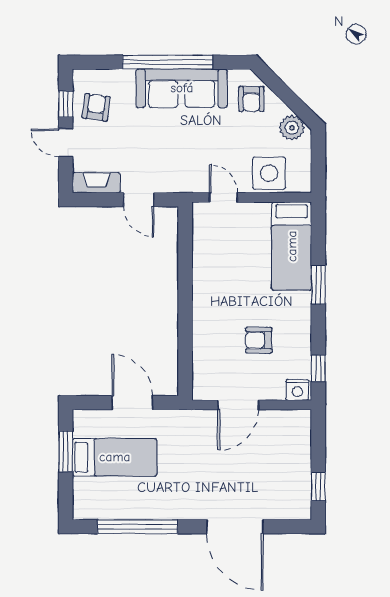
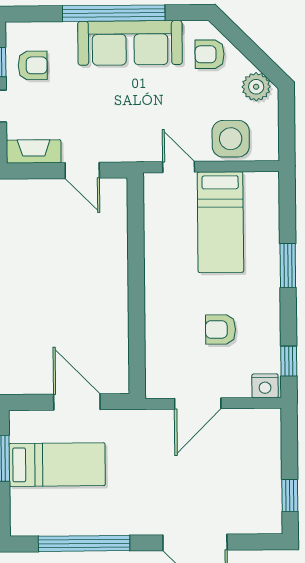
armchair: (251, 99) -> (210, 54), turned 90
armchair: (96, 107) -> (33, 65), turned 82
bed: (292, 246) -> (220, 222), moved

